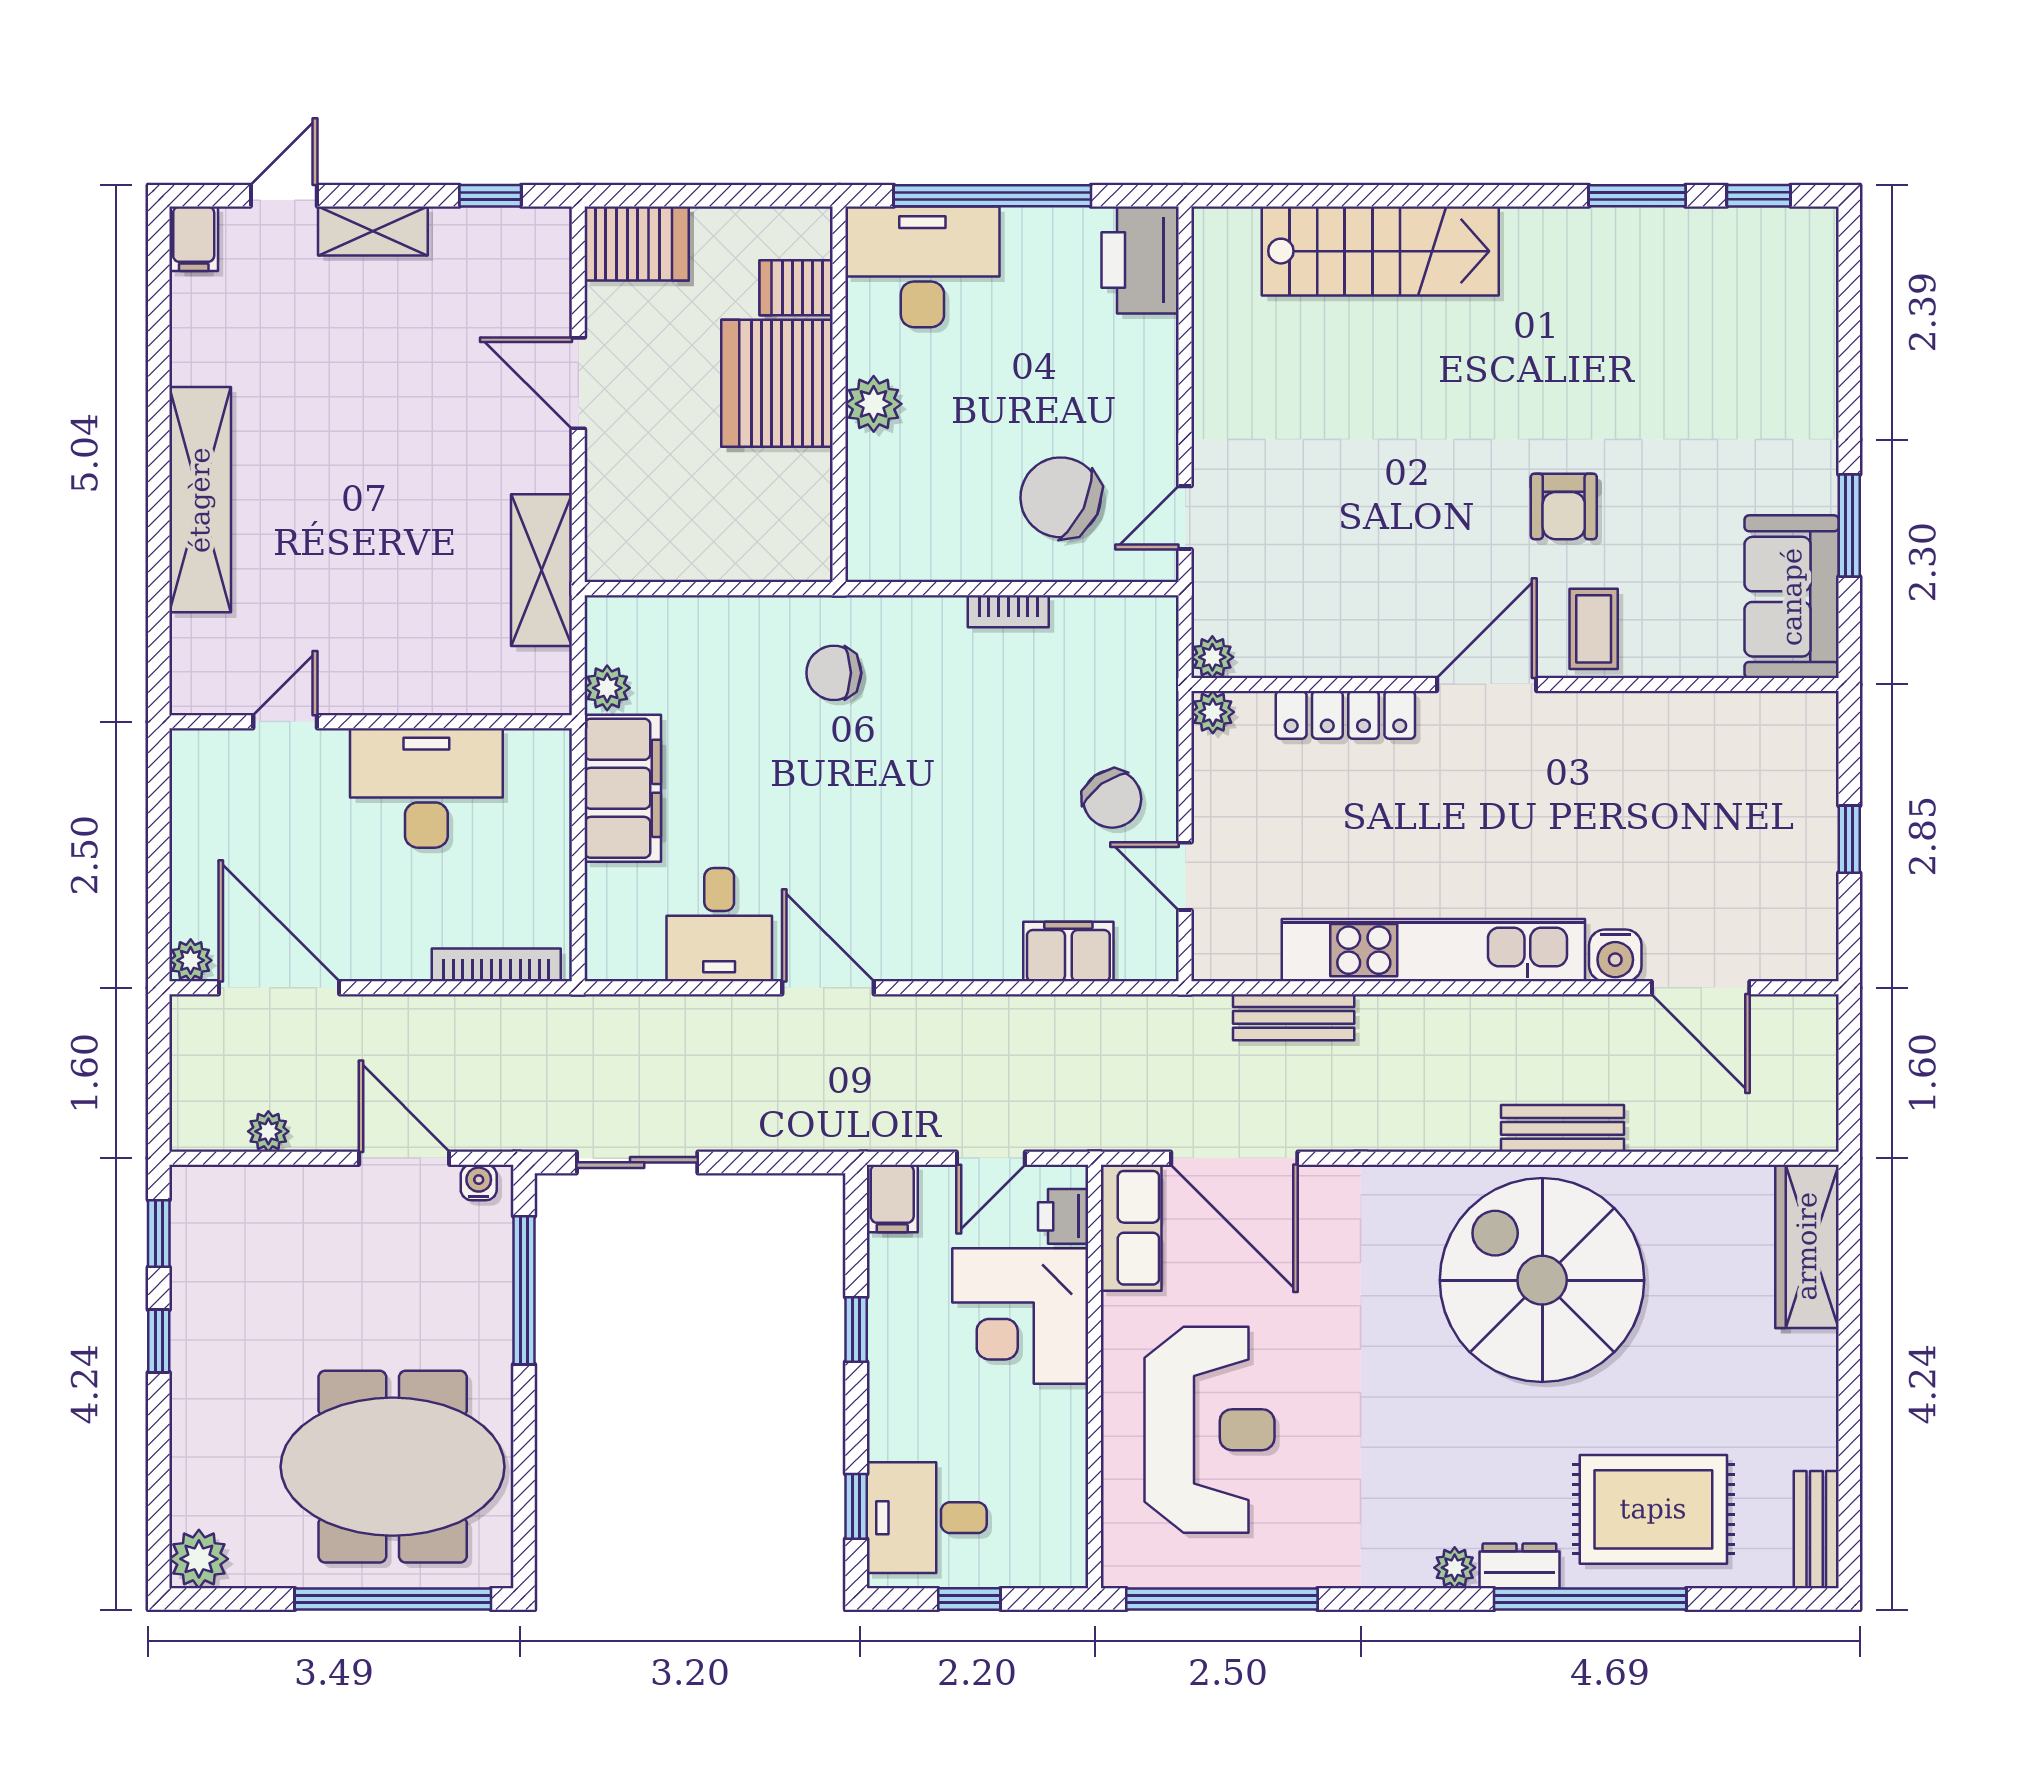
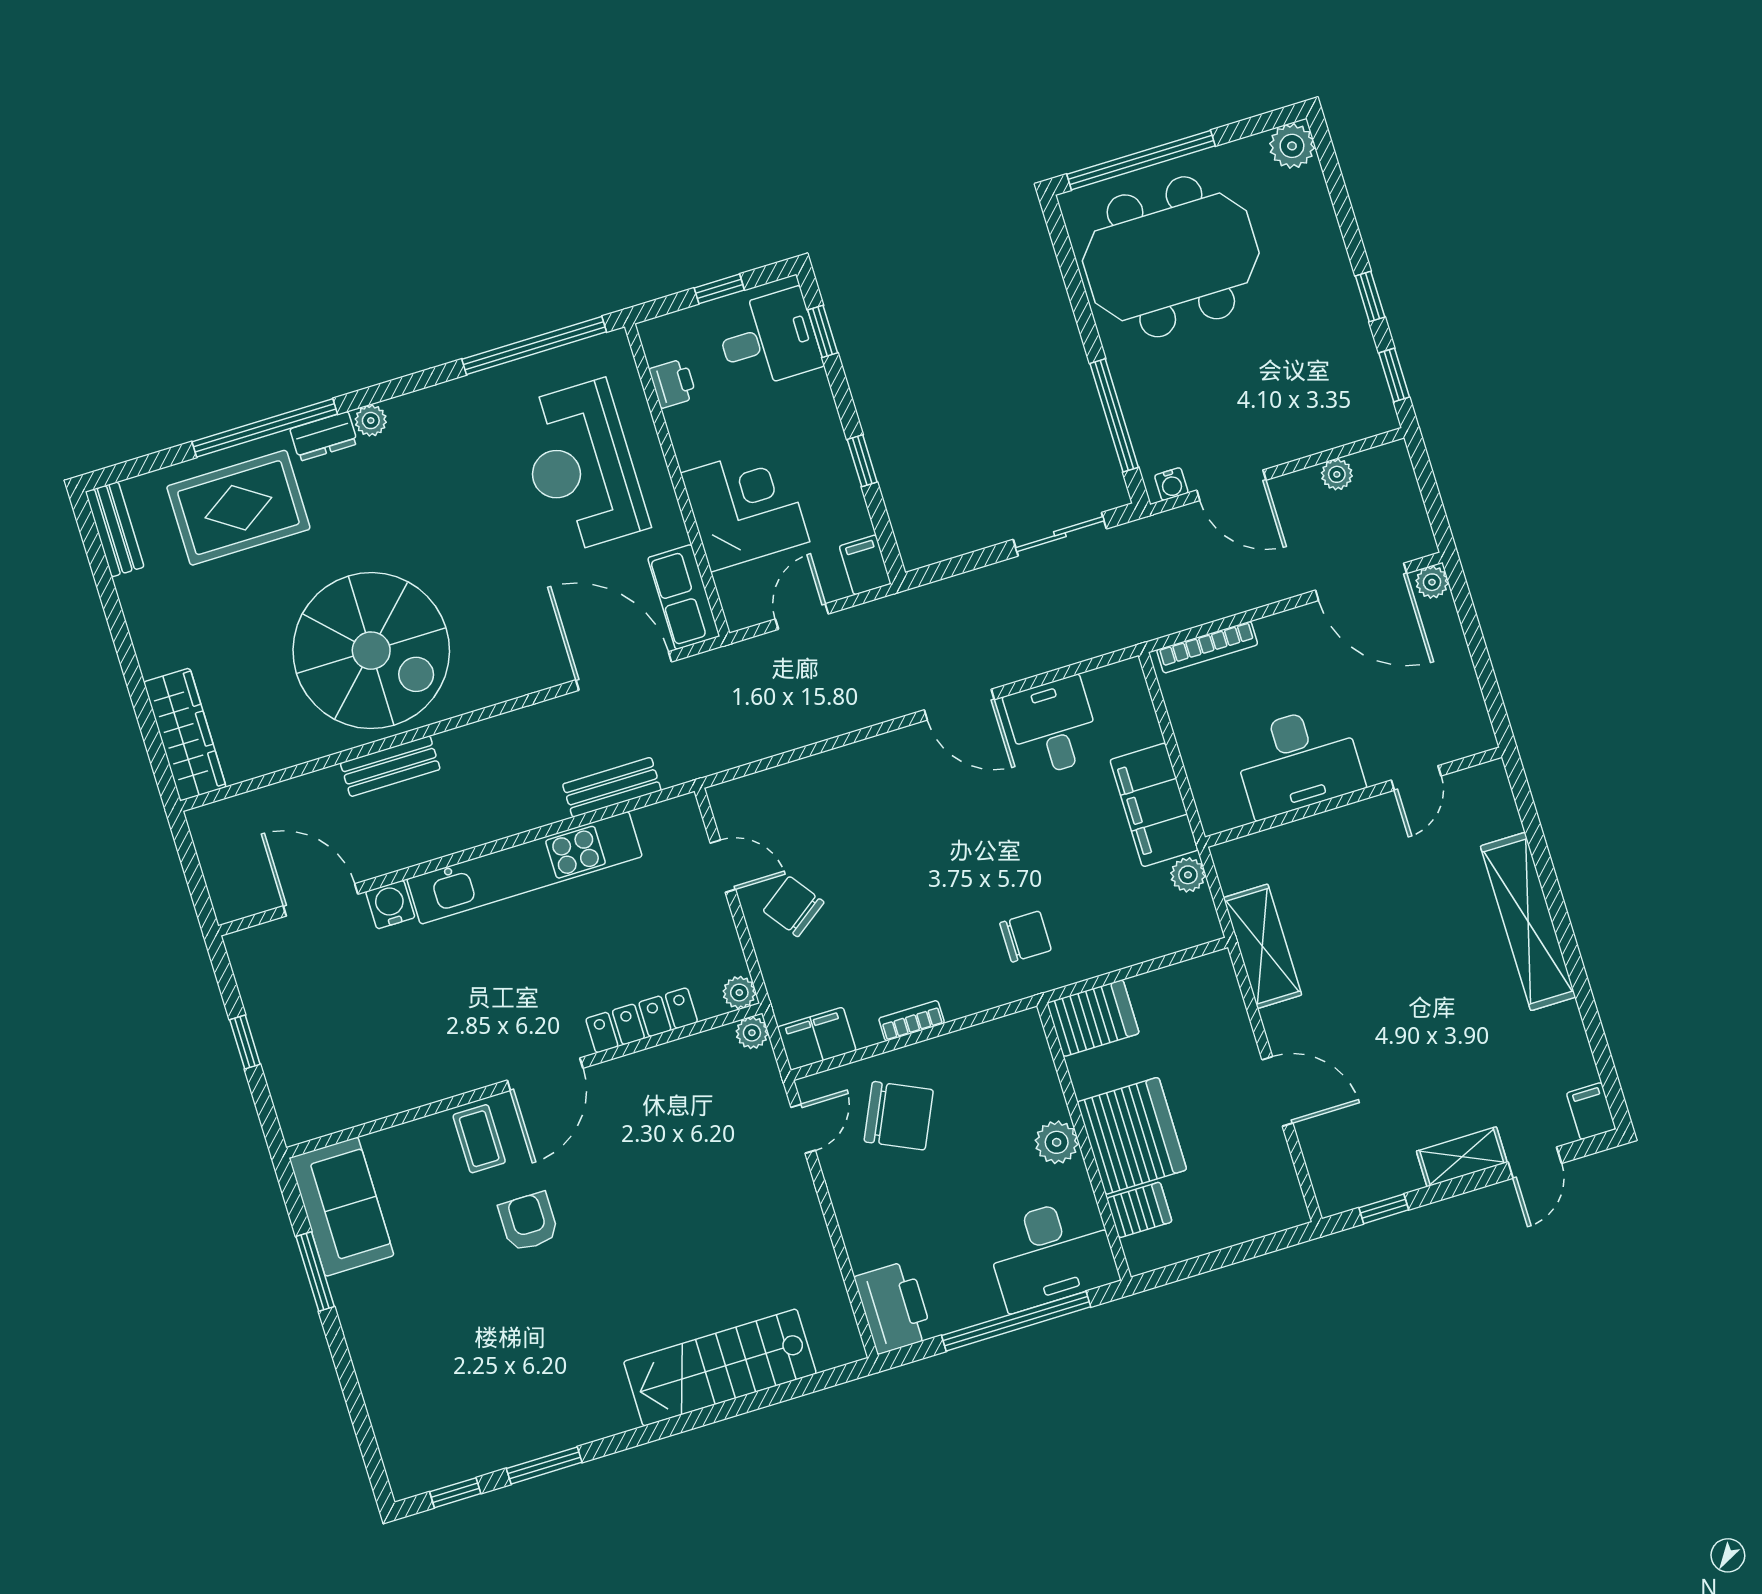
server rack: (637, 244) -> (1093, 1018), moved, turned 180
filing cabinet: (1068, 952) -> (817, 1039), moved, turned 180
printer: (1063, 1216) -> (673, 383), moved

